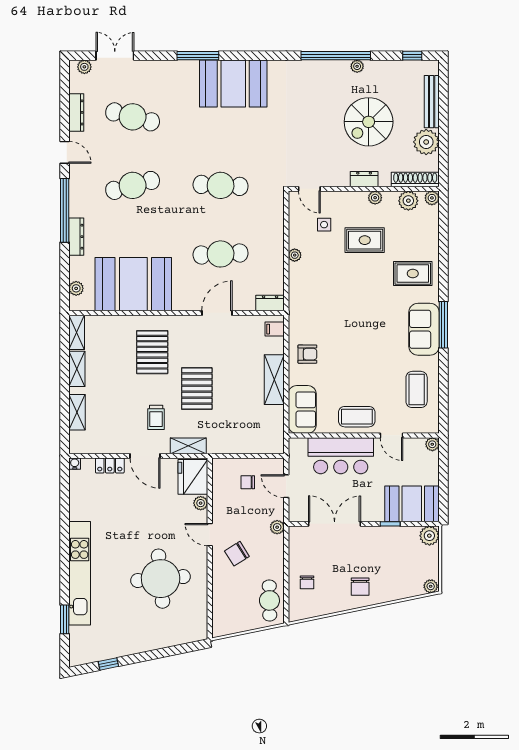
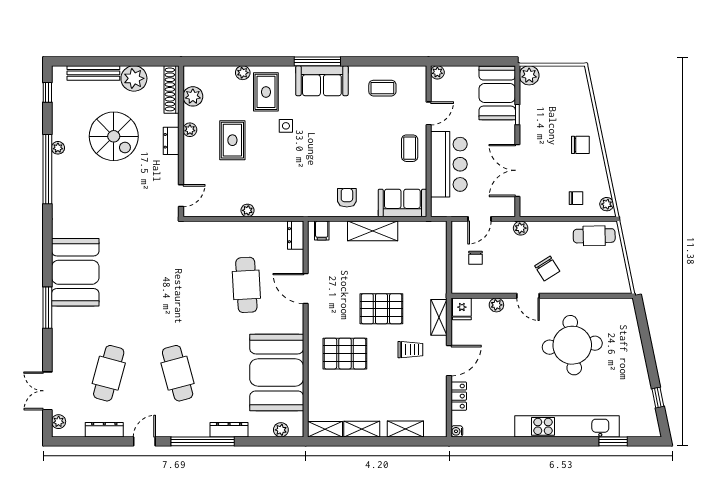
cafe table: (221, 185) -> (178, 285), removed
plant: (432, 198) -> (243, 73), moved
side table: (324, 225) -> (286, 126), moved
coffee table: (417, 389) -> (382, 88), width x0.73, depth x0.77
coffee table: (357, 417) -> (410, 148), width x0.73, depth x0.77
fridge: (193, 477) -> (462, 309), width x0.53, depth x0.75
door: (210, 535) -> (528, 296), hinge flipped
plant: (431, 586) -> (607, 204), moved

